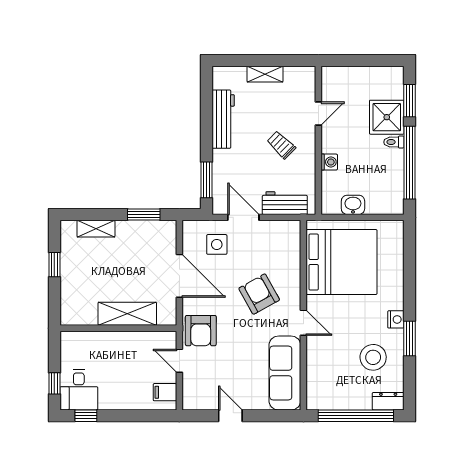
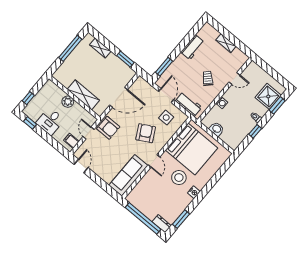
shower: (387, 117) -> (268, 96), moved
workbench: (223, 119) -> (192, 47), width x0.73
window: (410, 163) -> (255, 131), width x0.32
side table: (217, 244) -> (166, 118), moved
window: (54, 265) -> (70, 48), width x2.17
door: (179, 276) -> (119, 97), hinge flipped
armchair: (201, 331) -> (108, 128), turned -90
window: (410, 338) -> (181, 219), moved
plant: (114, 342) -> (68, 102), added
stool: (373, 357) -> (179, 178), moved
desk: (79, 390) -> (50, 121), moved
door: (230, 416) -> (81, 166), moved

